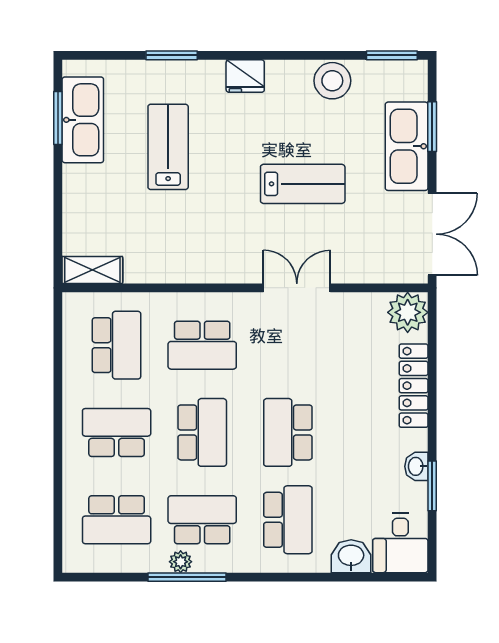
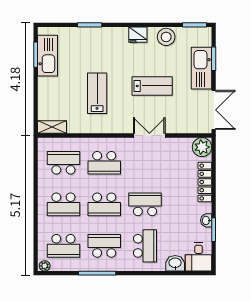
fridge: (245, 76) -> (138, 35), moved
lab bench: (168, 147) -> (97, 93), moved
school desk: (117, 345) -> (63, 163), turned -90
school desk: (117, 432) -> (63, 204), turned 180
school desk: (202, 432) -> (104, 204), turned 90
school desk: (288, 432) -> (145, 204), turned 90
plant: (181, 562) -> (45, 266), moved

